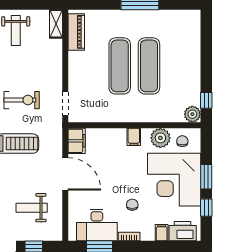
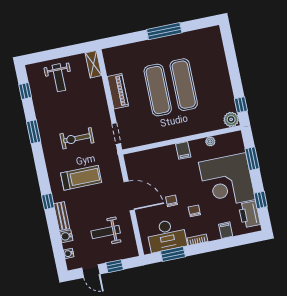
piano: (76, 32) -> (118, 91), moved
exercise bike: (22, 100) -> (77, 138), turned 180
plant: (160, 138) -> (210, 141), width x0.53, depth x0.53
filing cabinet: (77, 141) -> (133, 164), removed
chair: (182, 141) -> (172, 201), moved
window: (206, 177) -> (252, 159), moved
printer: (183, 231) -> (249, 214), moved, turned -90

